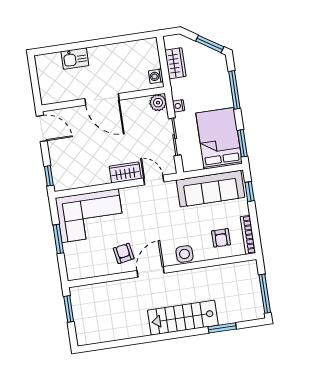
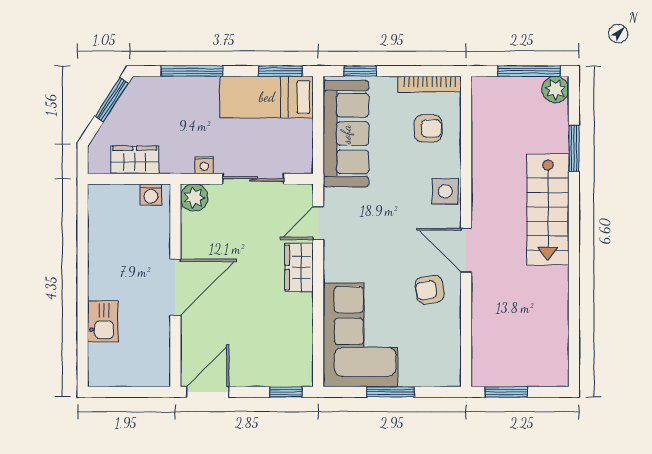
bed: (219, 138) -> (267, 97), width x0.67
plant: (256, 311) -> (555, 89), added

